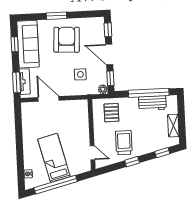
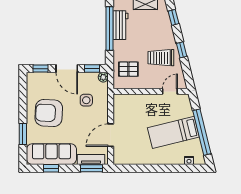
window: (56, 16) -> (23, 134), moved
door: (109, 55) -> (67, 69), hinge flipped

